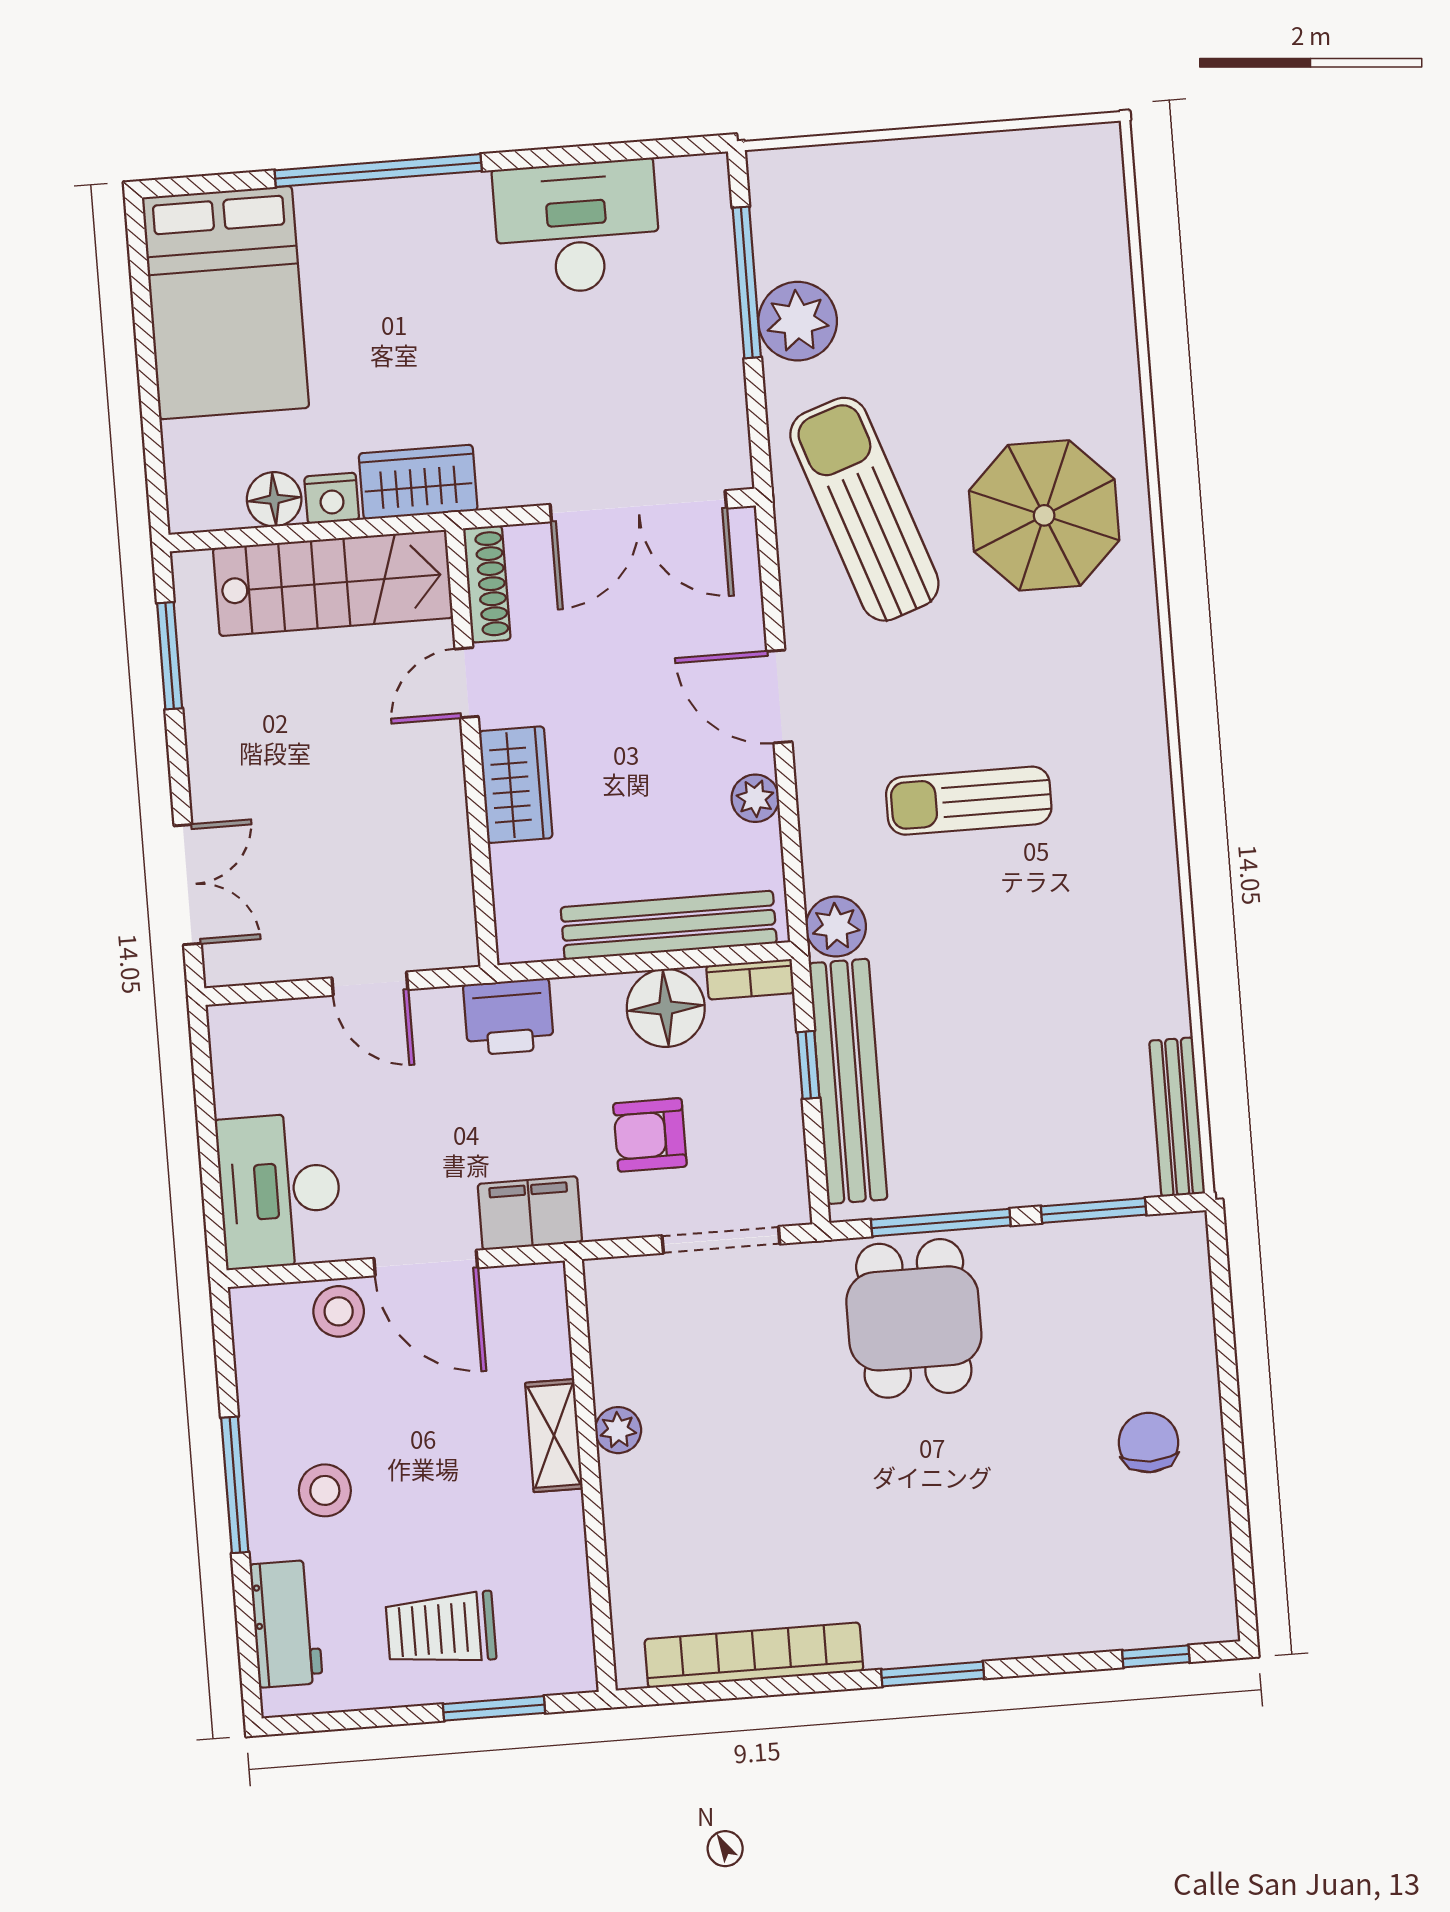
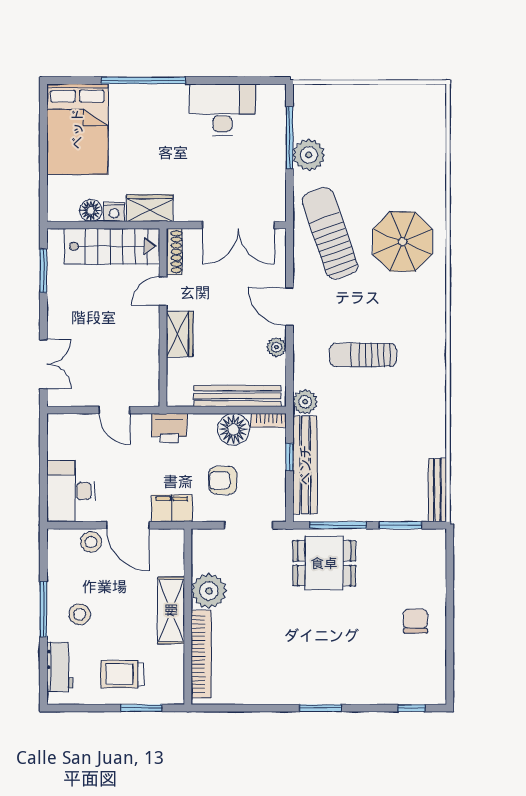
dining table: (914, 1318) -> (324, 563), turned 90
plant: (618, 1430) -> (209, 591), width x1.88, depth x1.88
shelving: (554, 1436) -> (171, 610), width x1.50, depth x1.33
bookcase: (754, 1655) -> (201, 654), moved, turned 90

